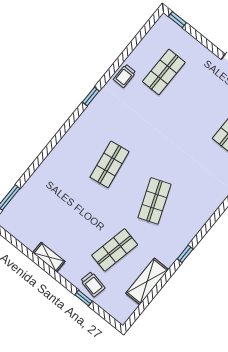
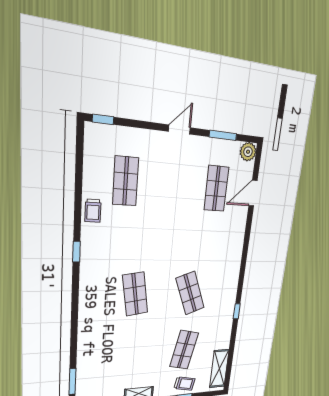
shelving: (147, 281) -> (219, 369), moved

